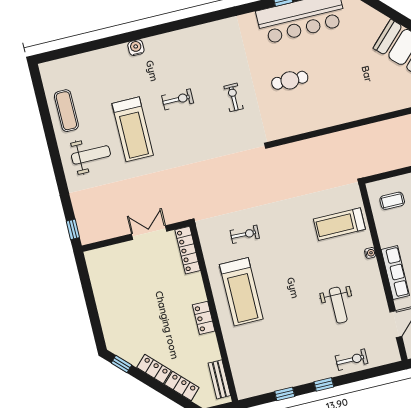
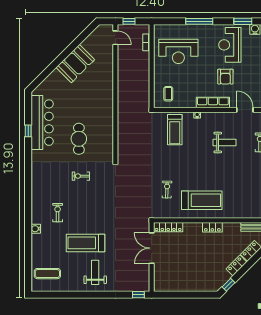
cafe table: (290, 80) -> (79, 139), width x1.37, depth x1.35
exercise bike: (178, 99) -> (58, 213), moved
exercise mat: (66, 111) -> (47, 274), moved
treadmill: (133, 129) -> (86, 243), turned 180
double door: (149, 233) -> (152, 248), width x1.37

